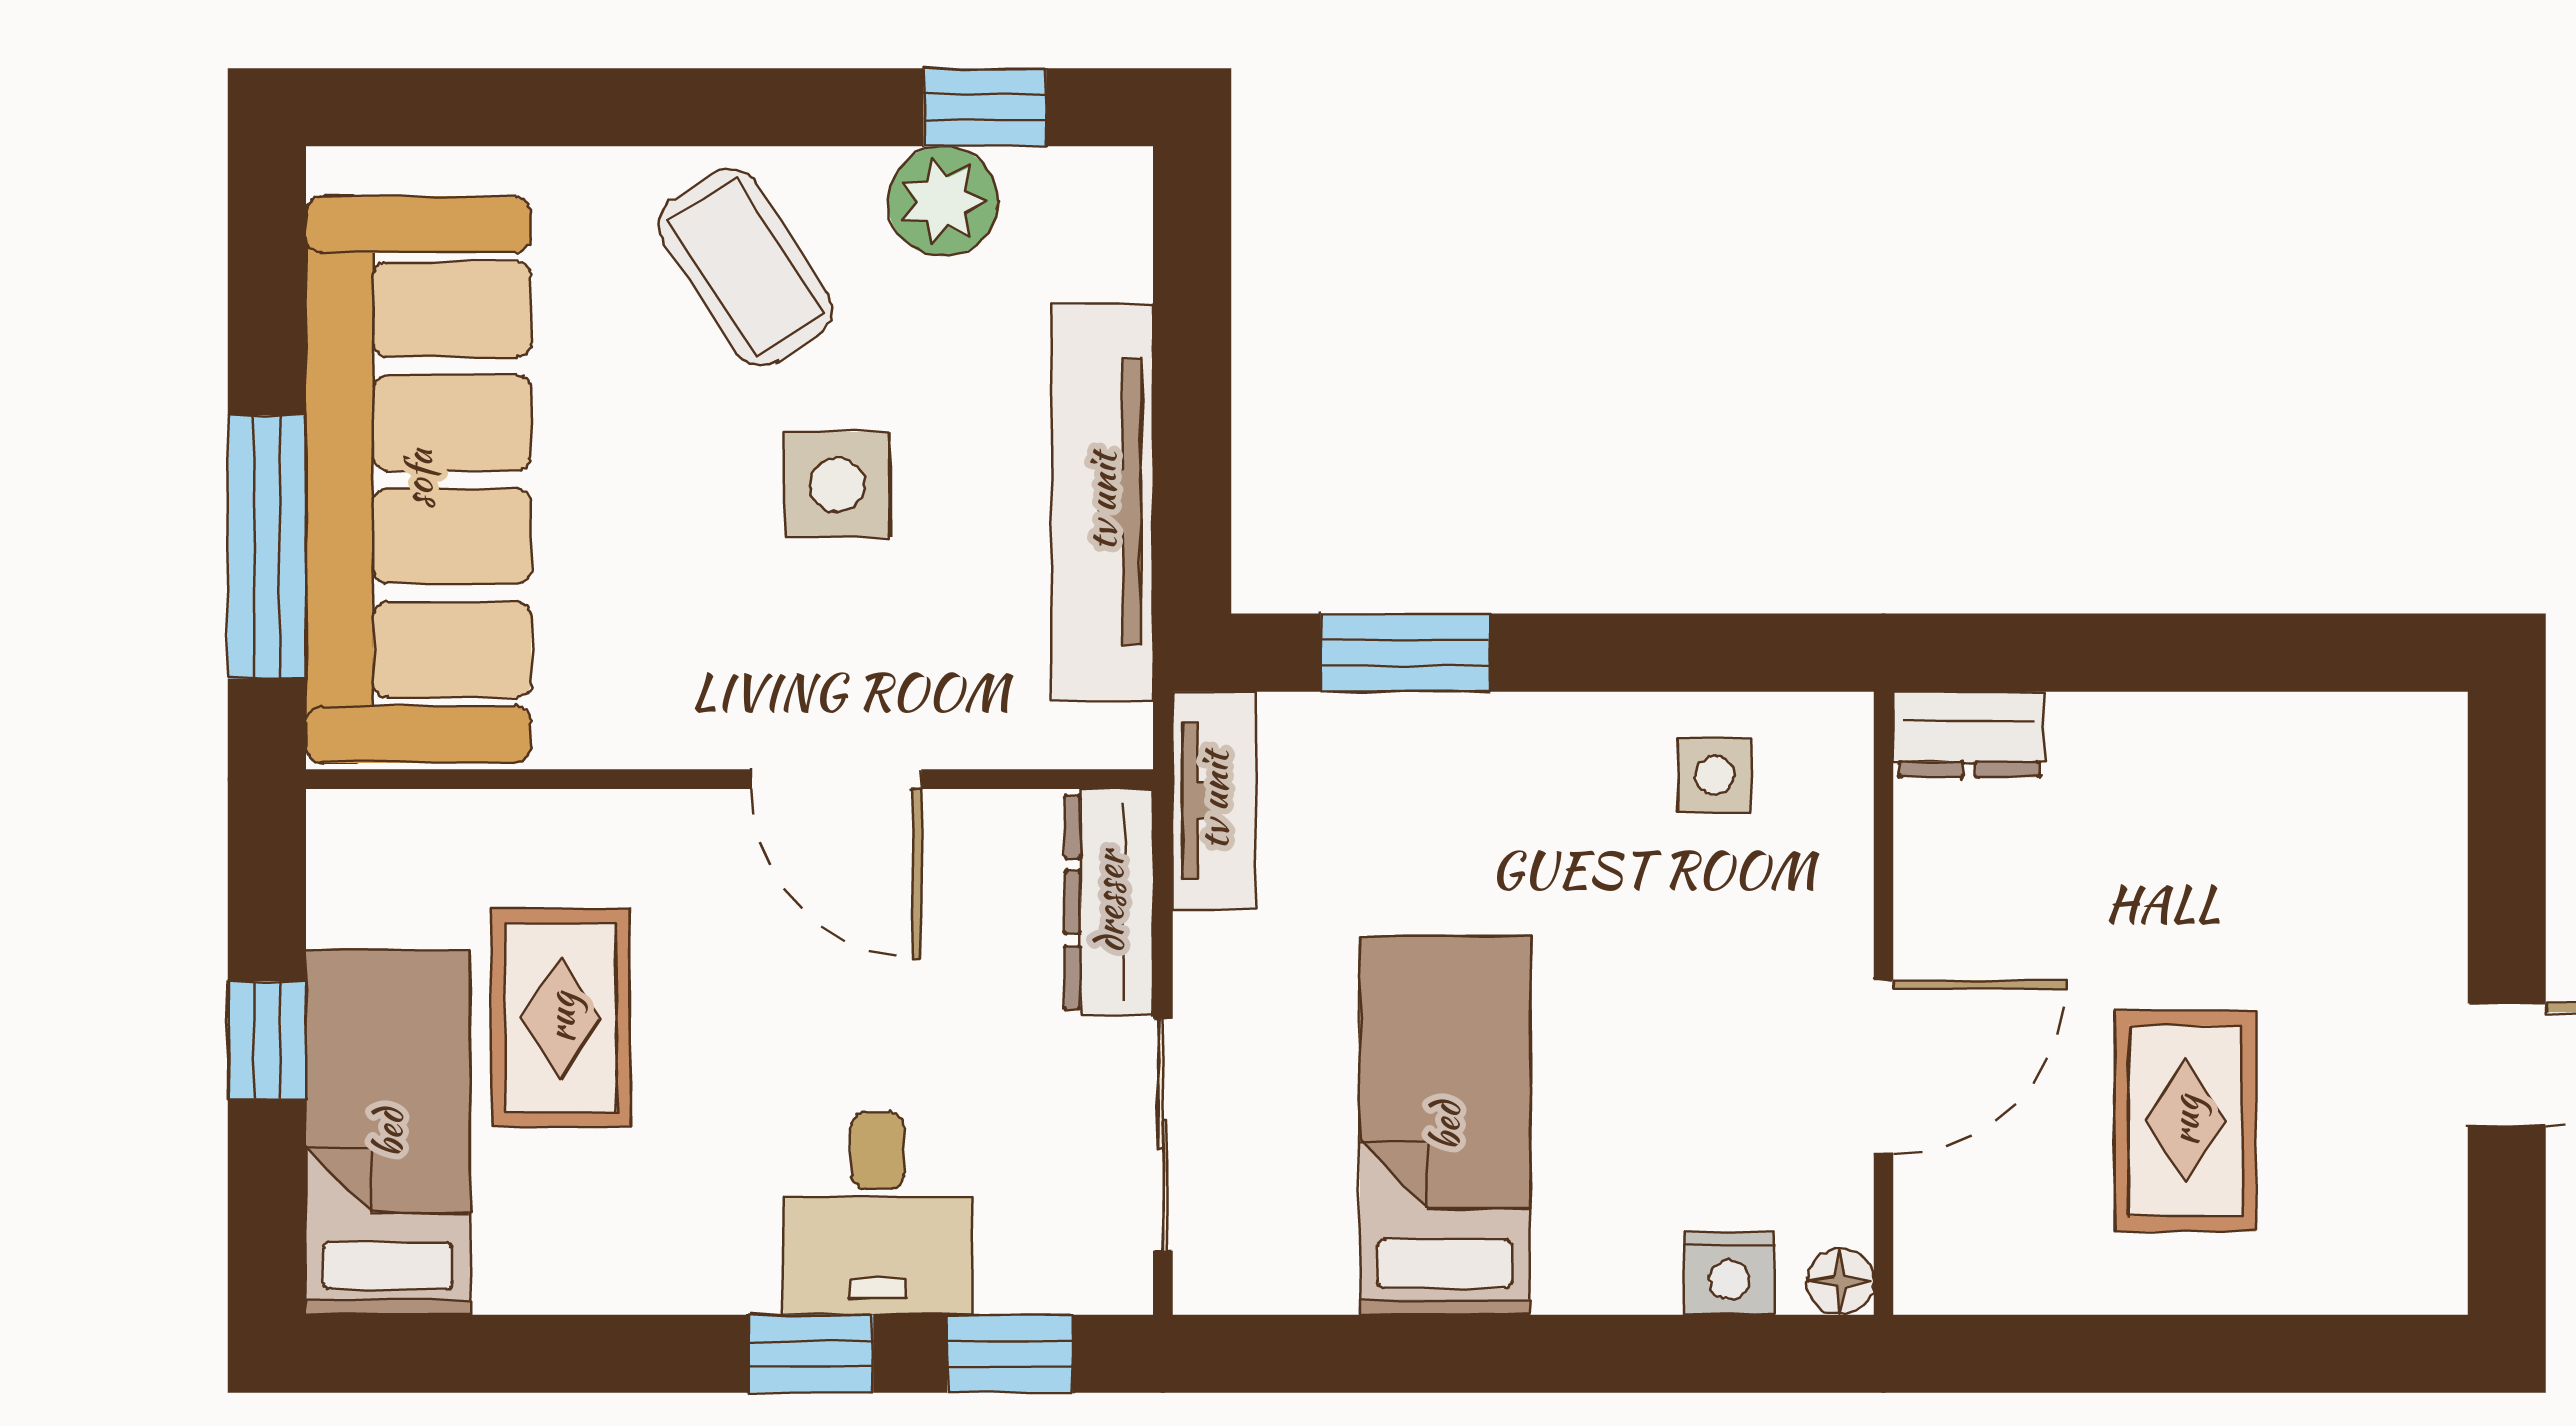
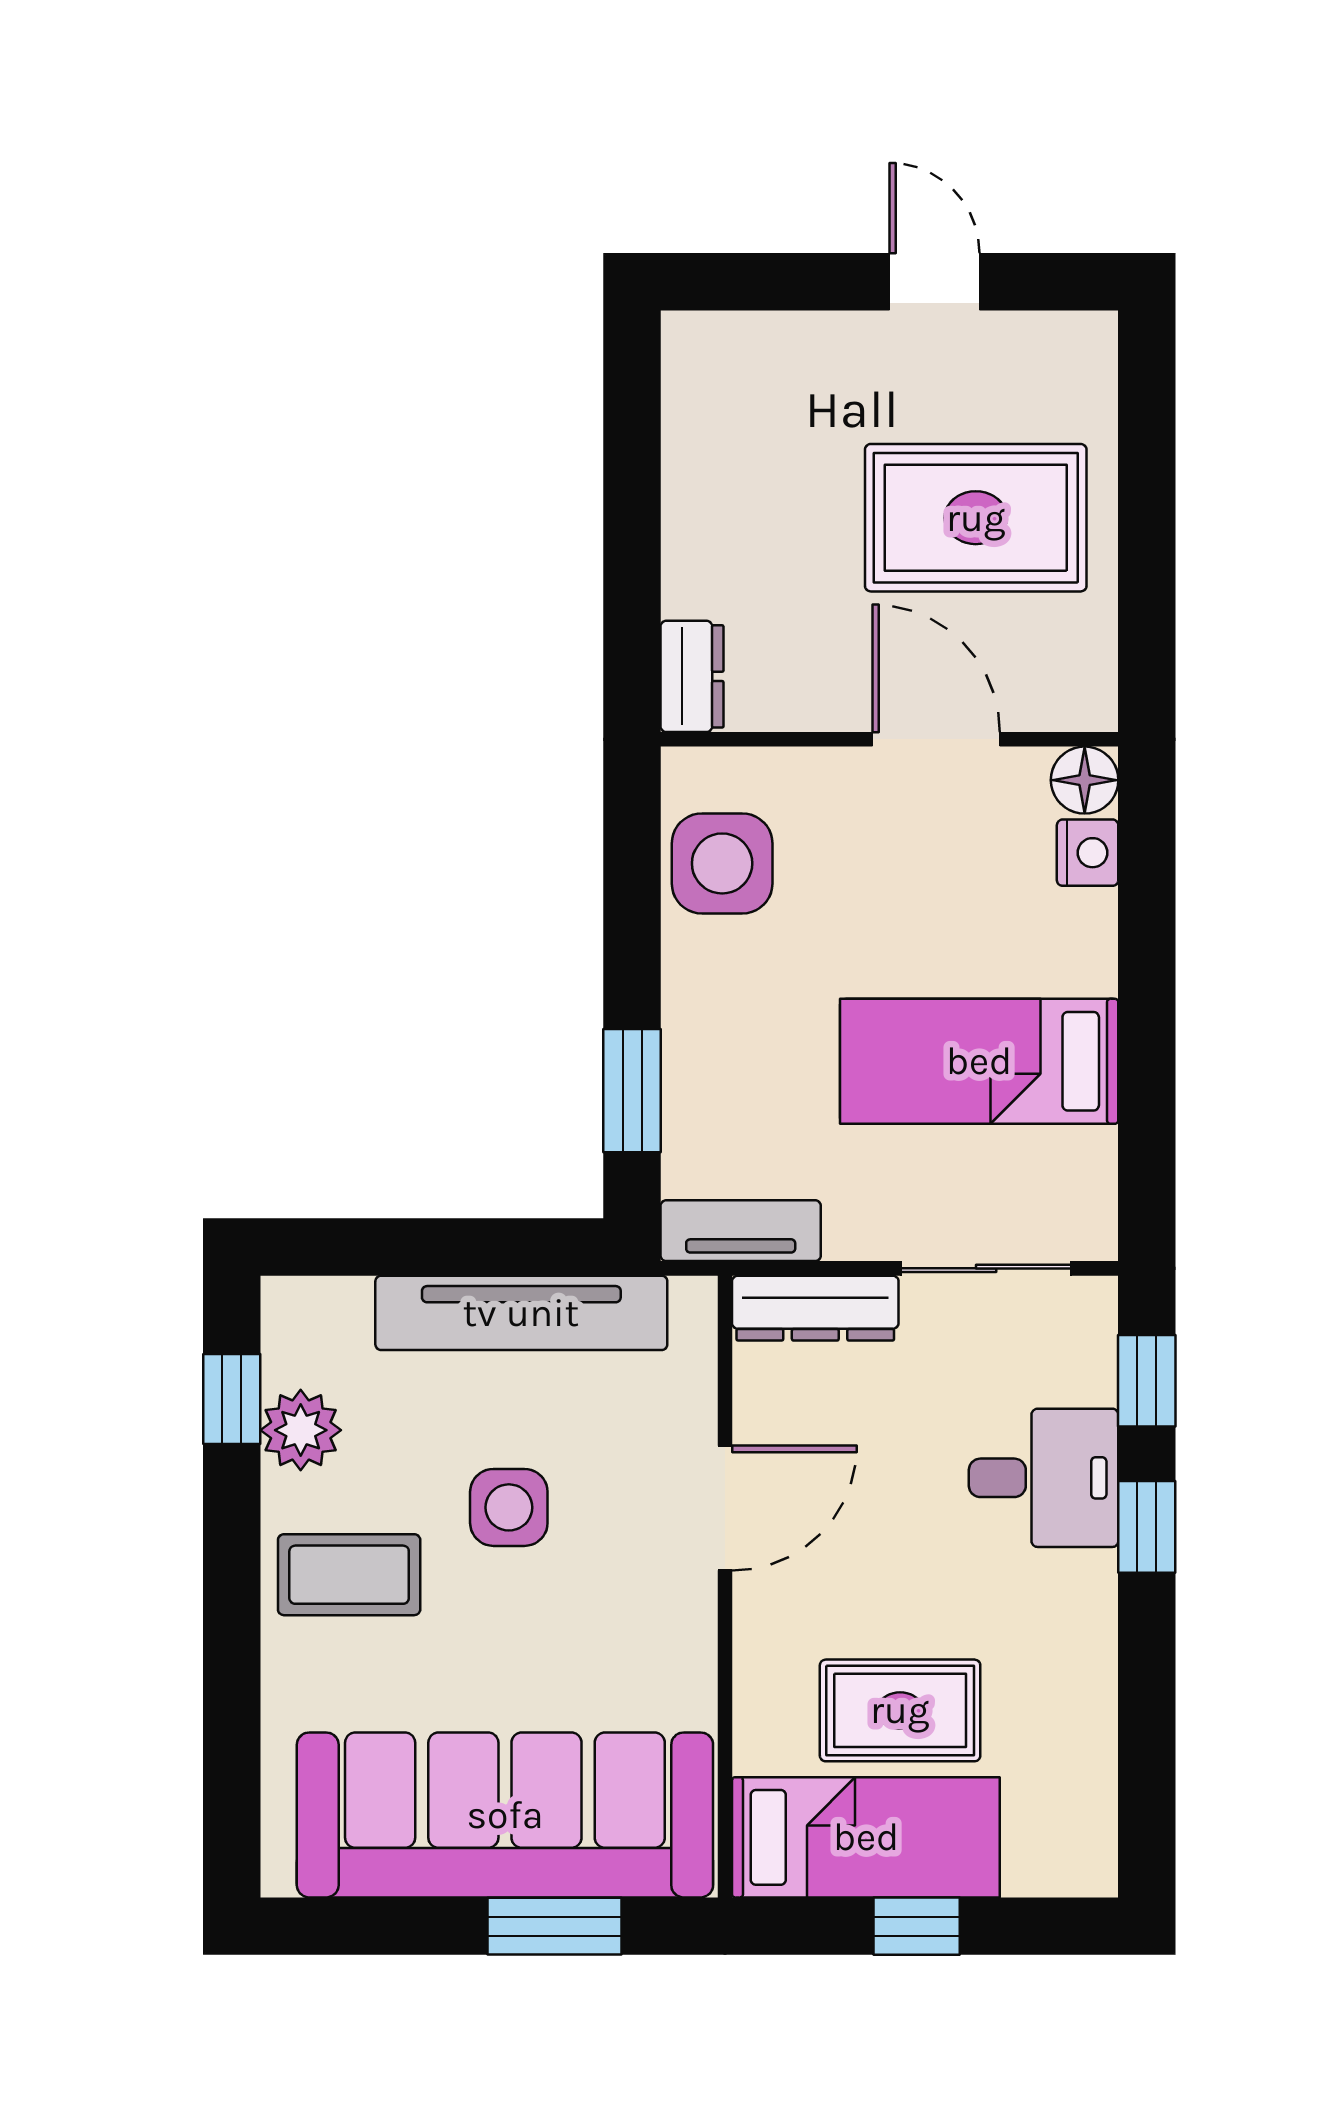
coffee table: (746, 267) -> (349, 1575), turned 33
window: (267, 547) -> (554, 1926), width x0.69
side table: (1714, 775) -> (722, 863), width x1.87, depth x1.87
rug: (2185, 1121) -> (976, 518), width x1.36, depth x1.43
bed: (388, 1133) -> (866, 1837), moved, turned 180
floor lamp: (1840, 1281) -> (1085, 780), width x1.37, depth x1.37

